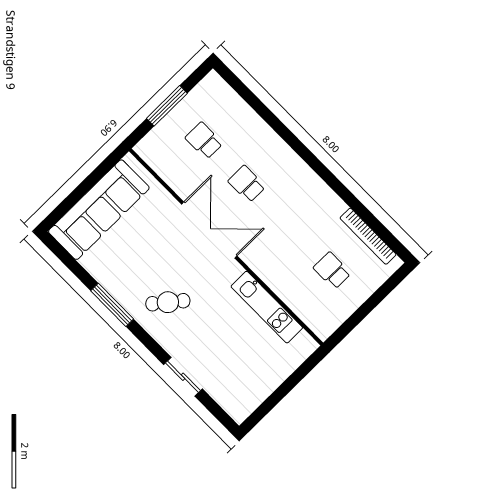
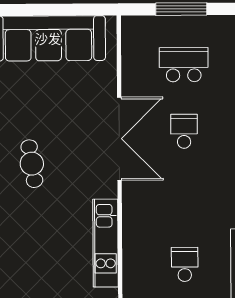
school desk: (204, 141) -> (184, 65), width x1.85
cafe table: (168, 302) -> (32, 164), turned 42

